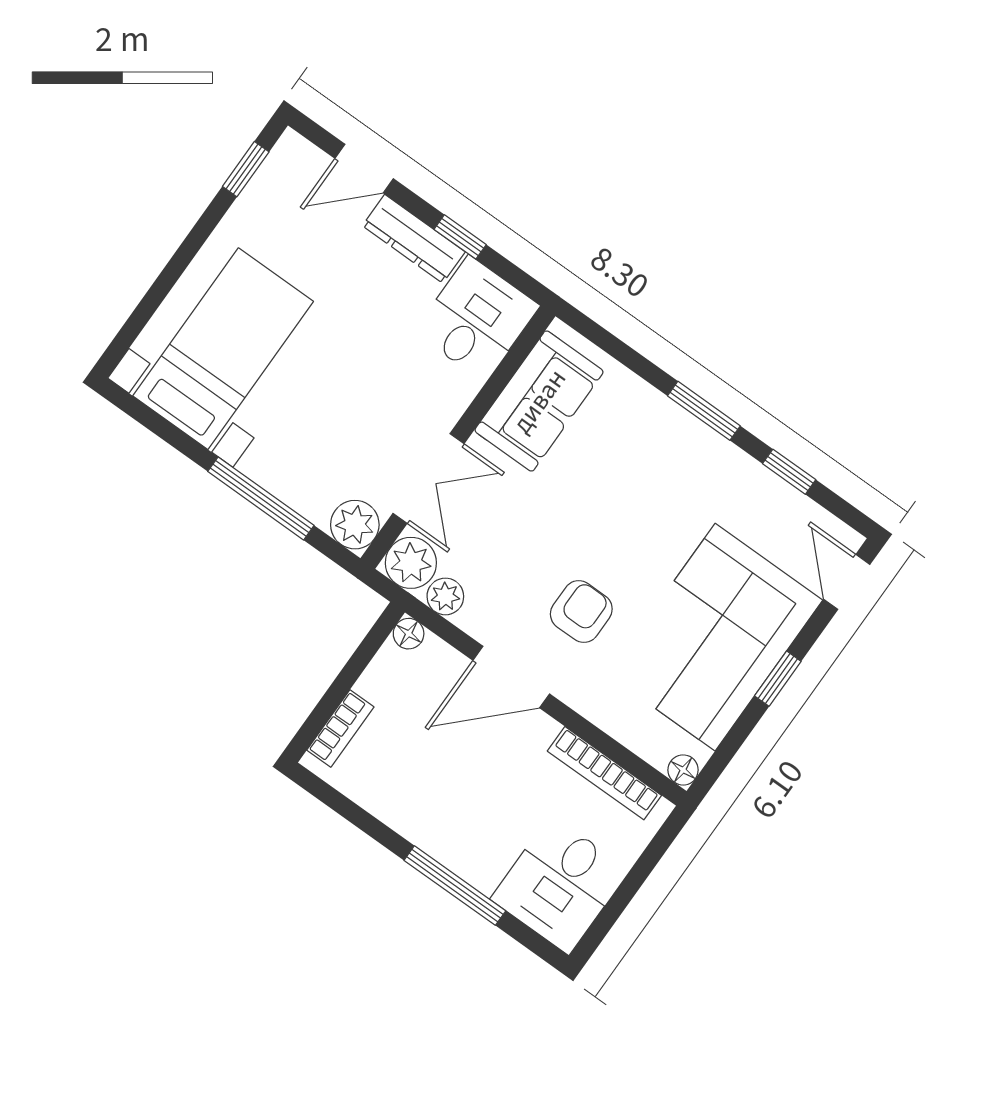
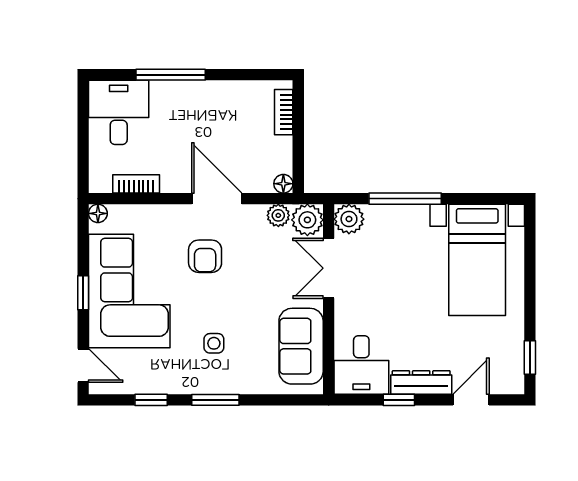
side table: (652, 487) -> (214, 343), added
door: (511, 677) -> (217, 199), hinge flipped
bookcase: (604, 773) -> (136, 184), width x0.64

